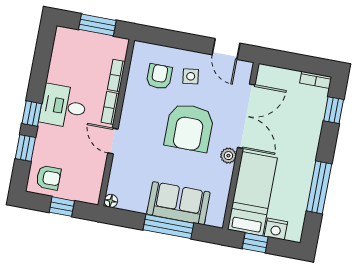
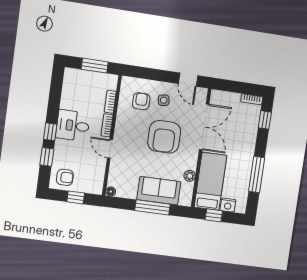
plant: (228, 156) -> (190, 176), moved

